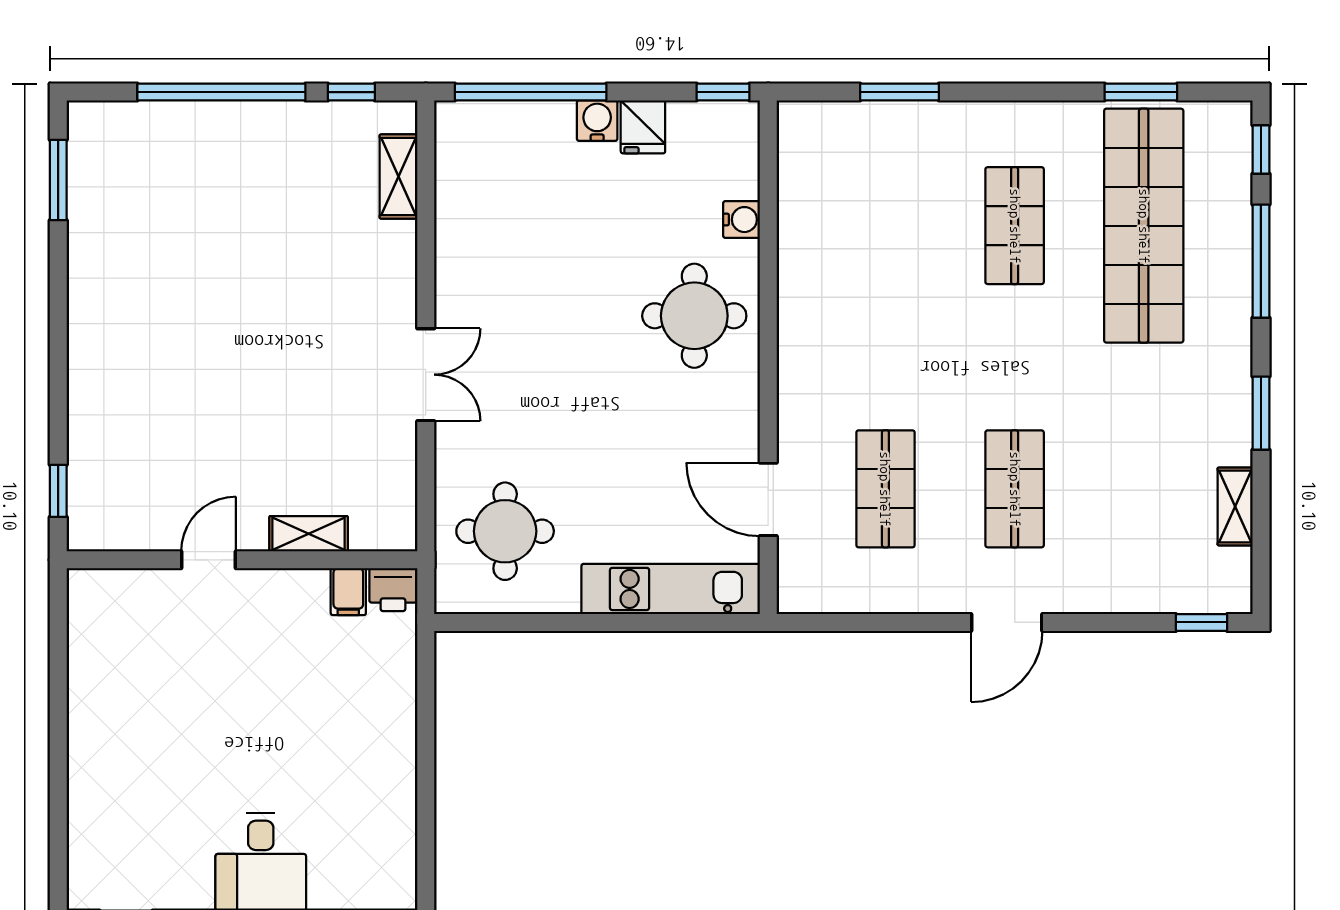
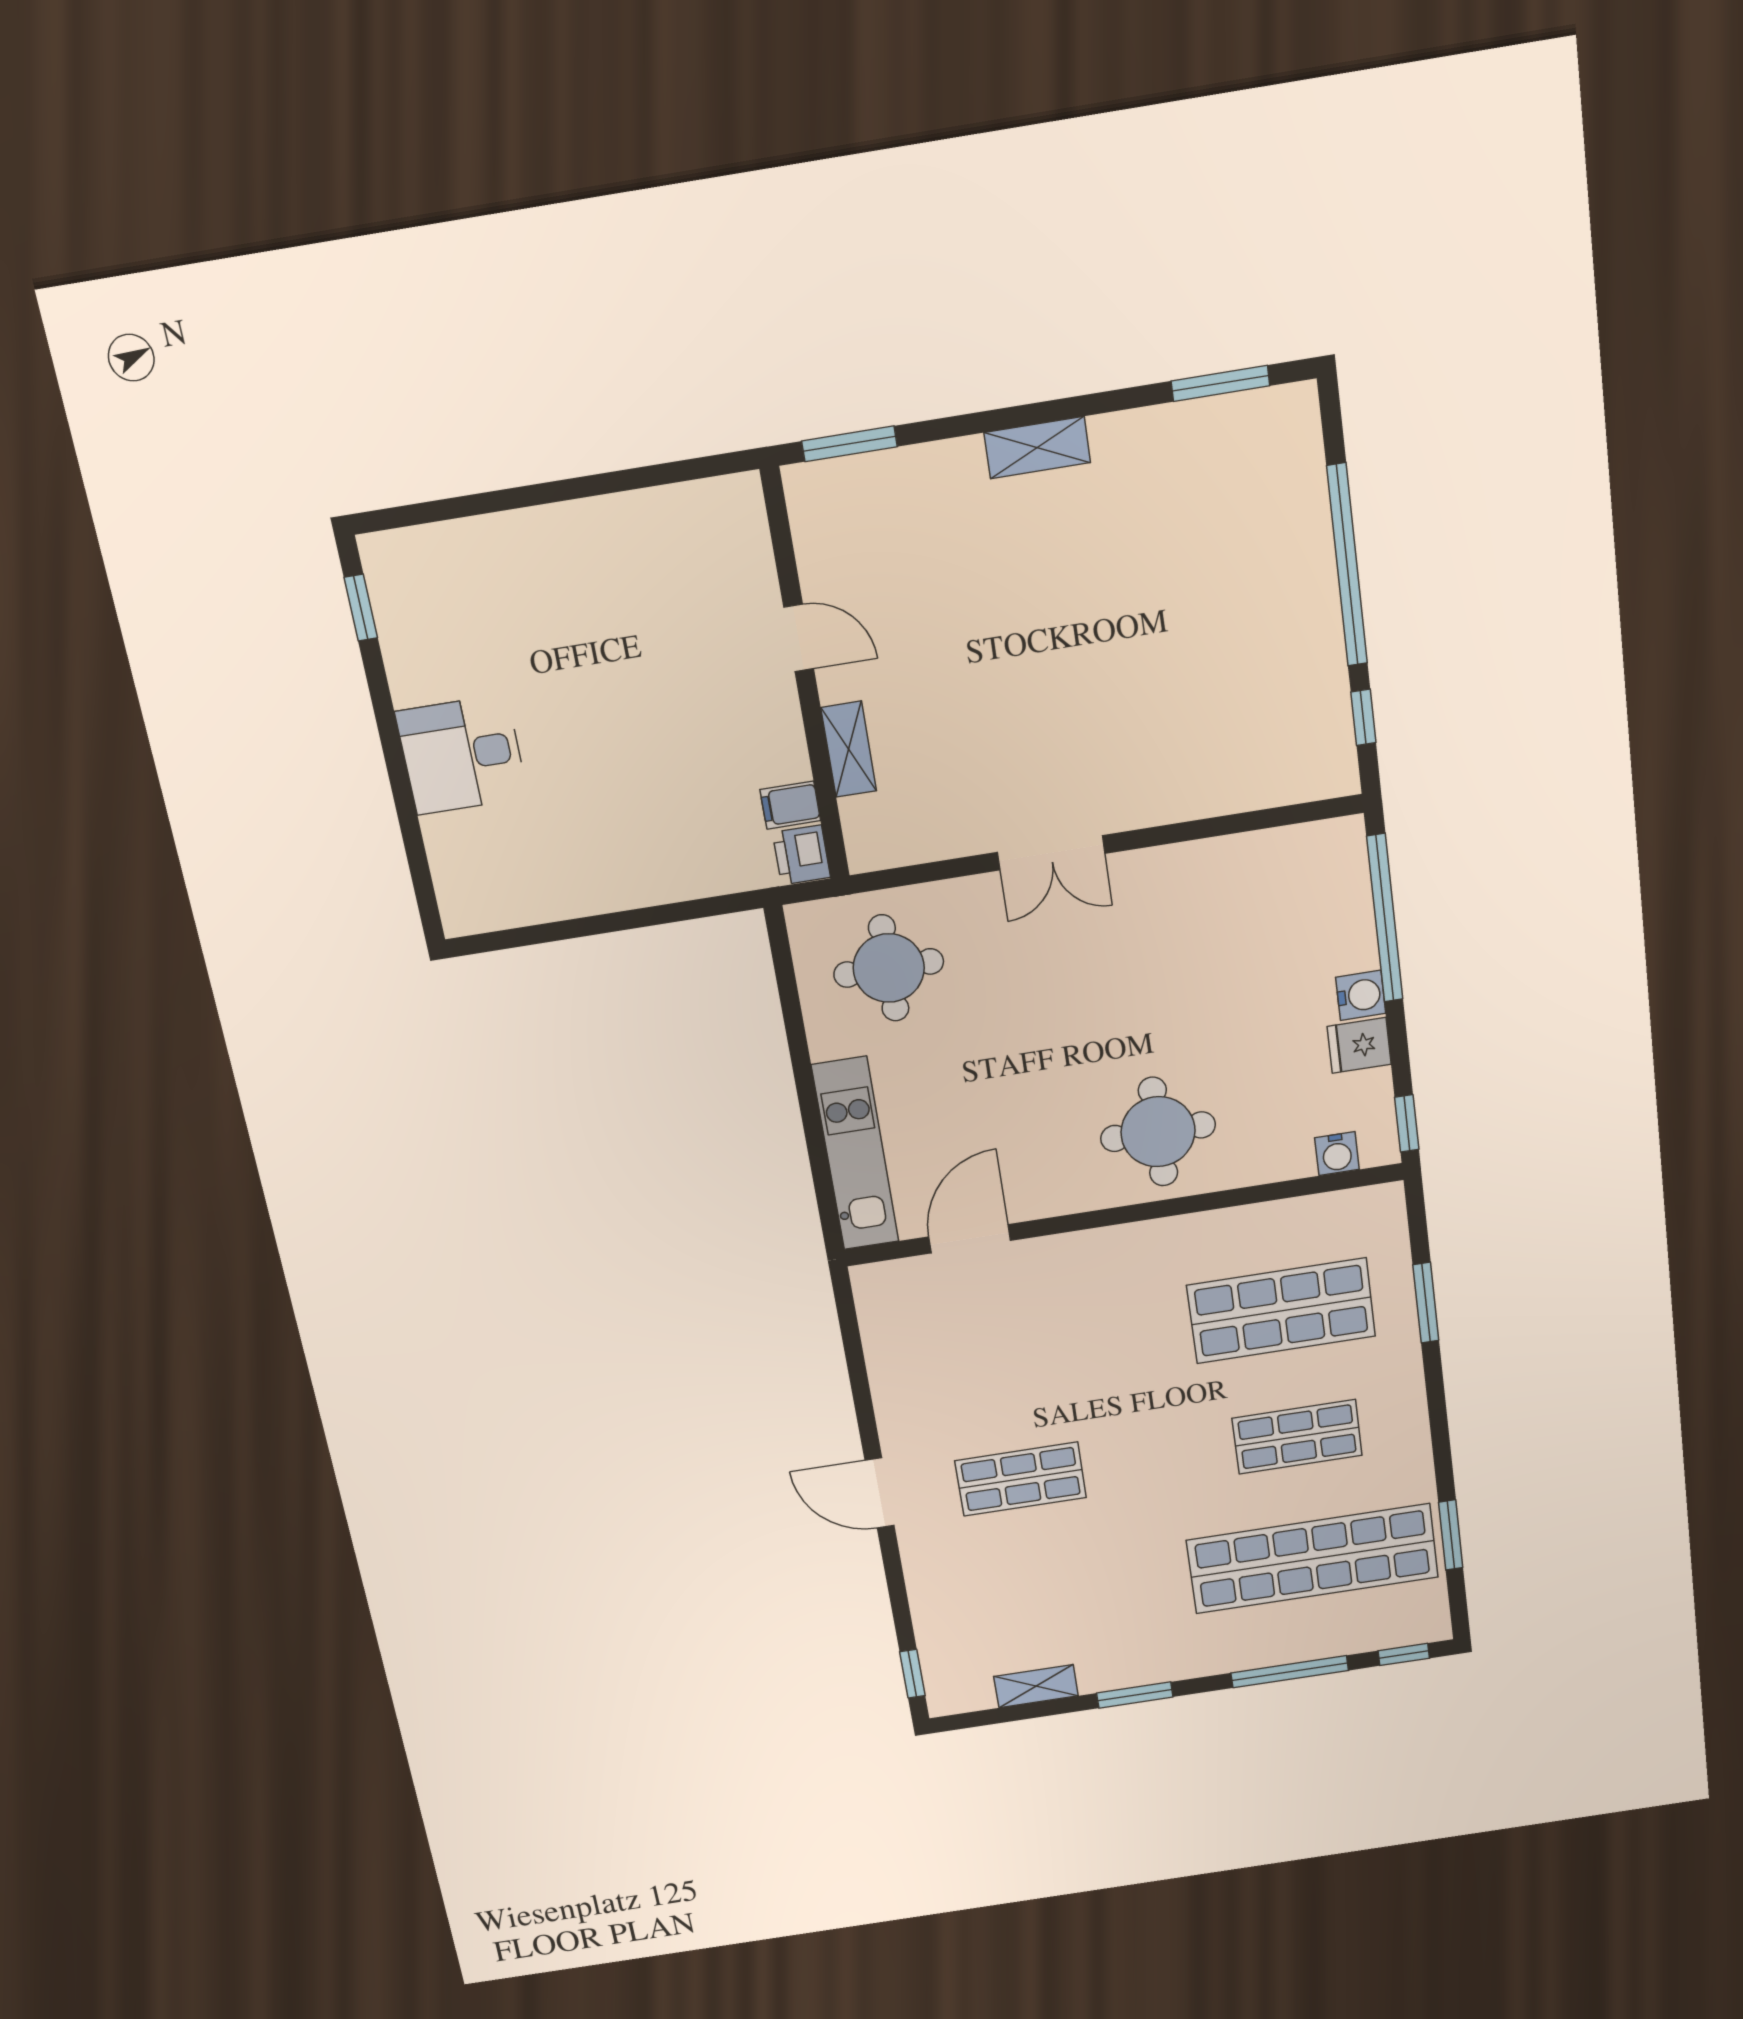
shelving: (398, 177) -> (1037, 448), moved
water cooler: (741, 220) -> (1337, 1154), moved
shop shelf: (885, 489) -> (1281, 1311), moved, width x1.43, depth x1.36
window: (58, 491) -> (849, 444), width x1.50

